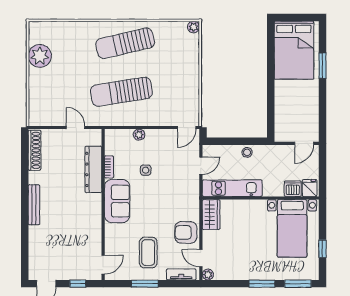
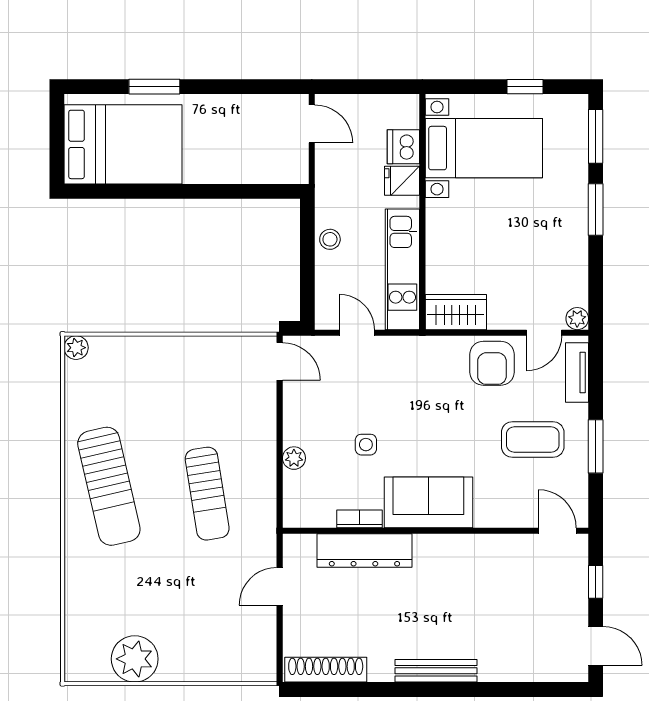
sun lounger: (121, 92) -> (207, 494), width x0.73, depth x0.75
fridge: (310, 188) -> (402, 181), moved

